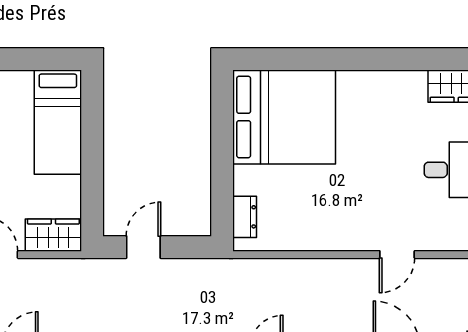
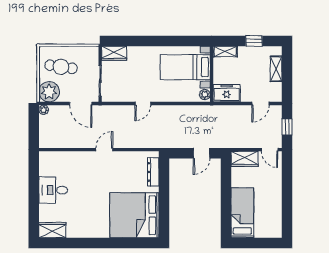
dresser: (245, 217) -> (153, 172), width x1.44
door: (397, 255) -> (104, 150), moved

